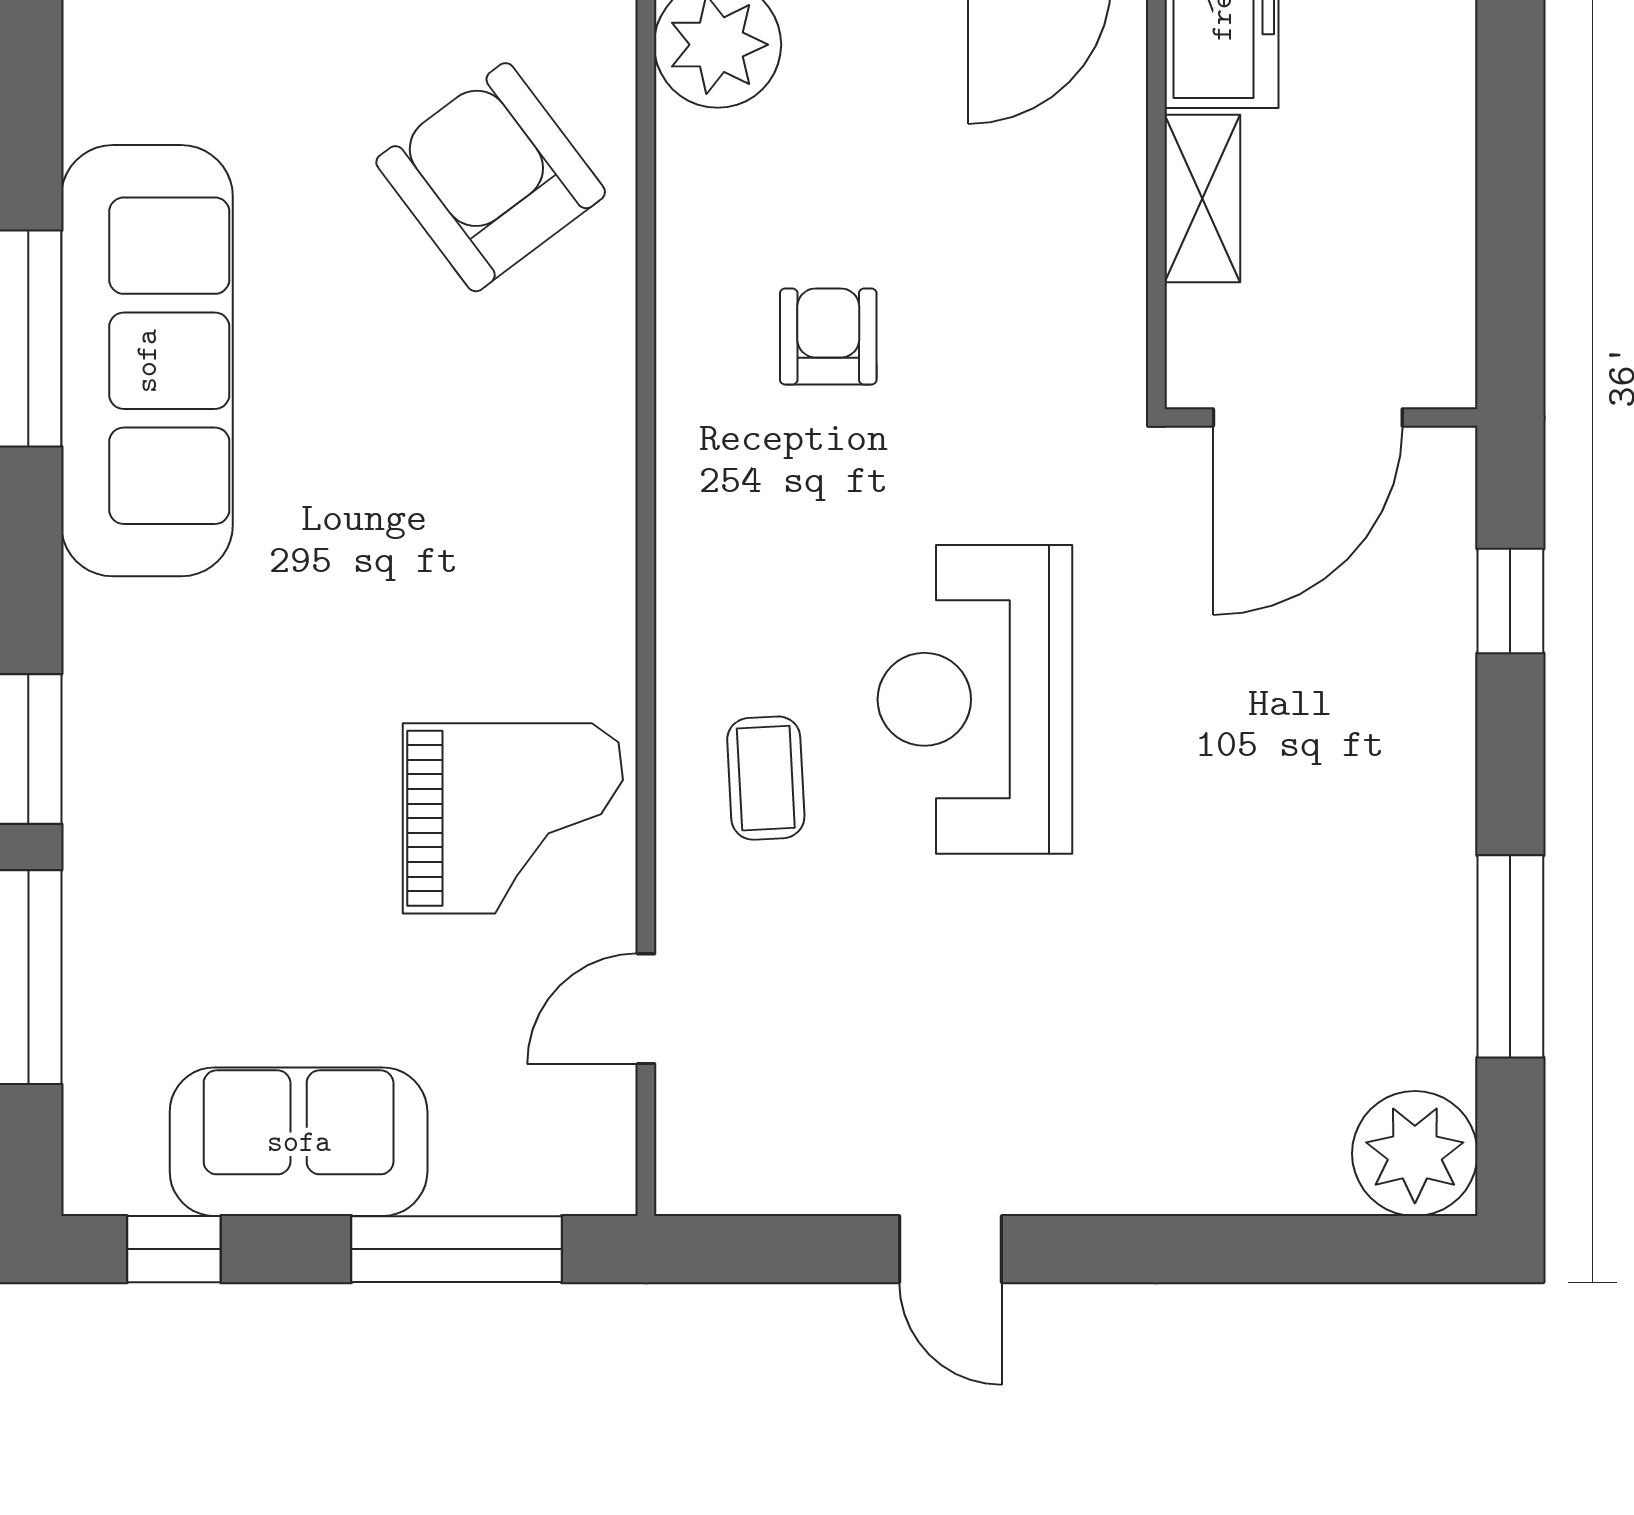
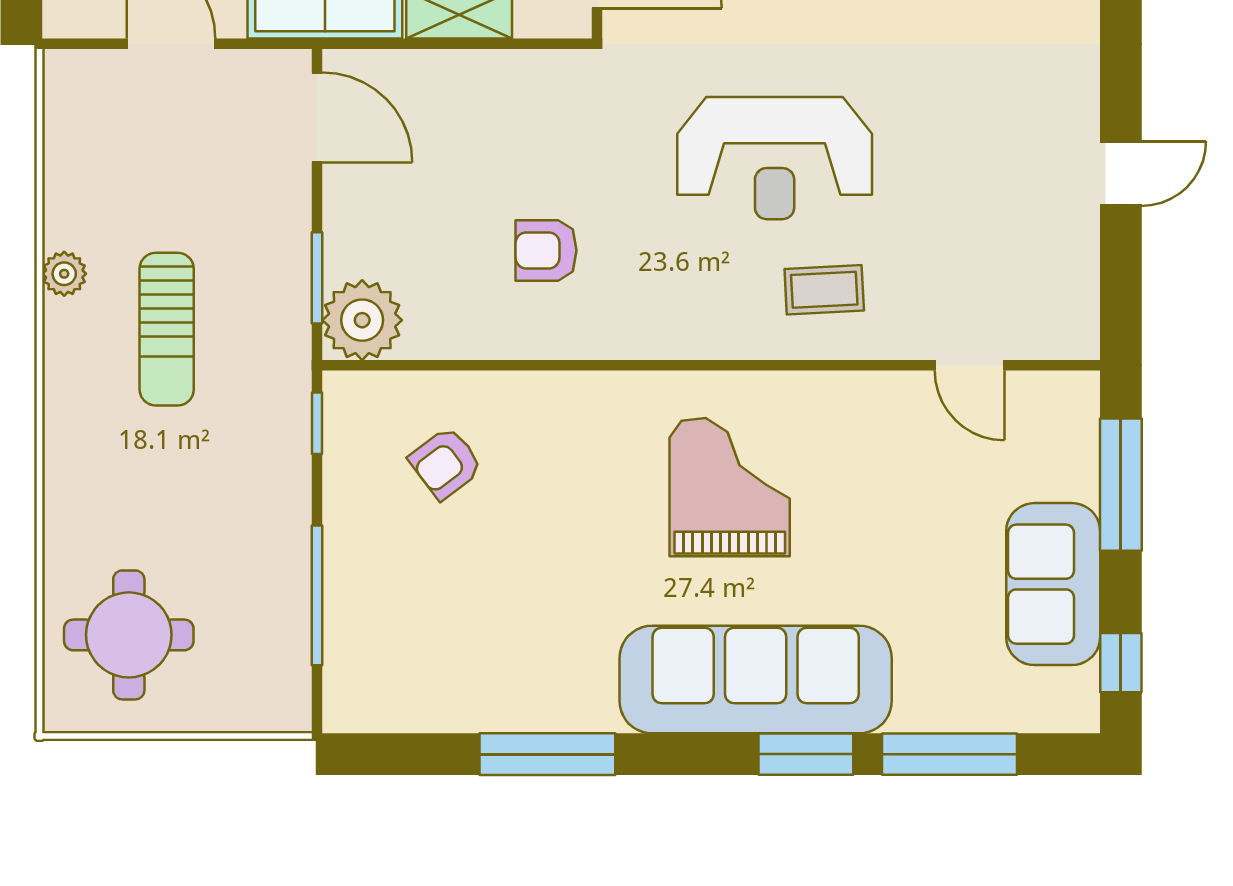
armchair: (491, 177) -> (446, 463), width x0.53, depth x0.53
sofa: (147, 361) -> (756, 680), moved
grand piano: (513, 818) -> (730, 487), moved

